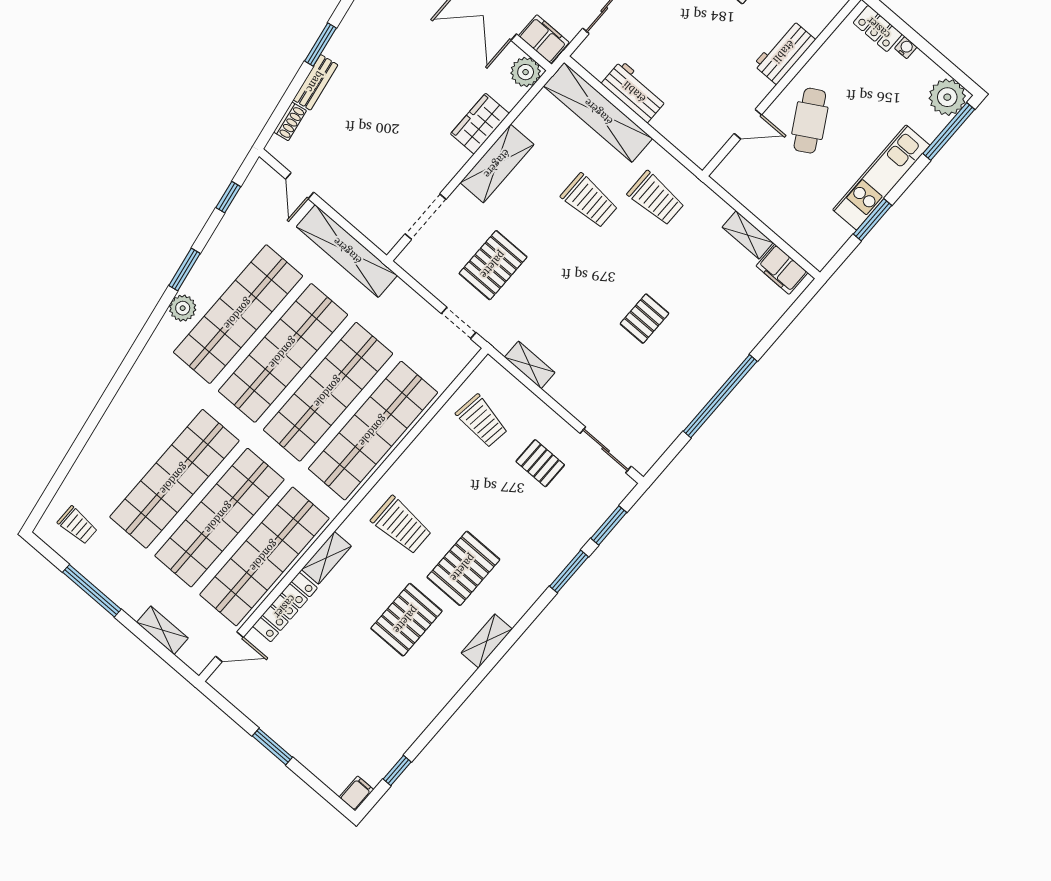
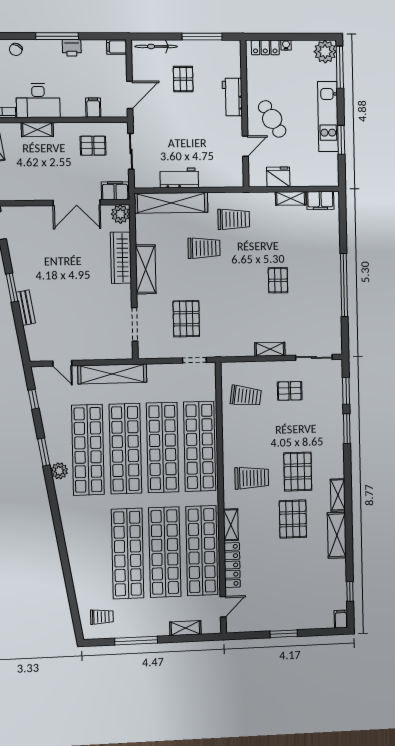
shoe rack: (290, 121) -> (30, 337), removed
wardrobe: (480, 124) -> (121, 258), width x1.50
fridge: (755, 196) -> (278, 177), added
shelving: (530, 365) -> (270, 349), moved
shelving: (442, 688) -> (337, 535), added

